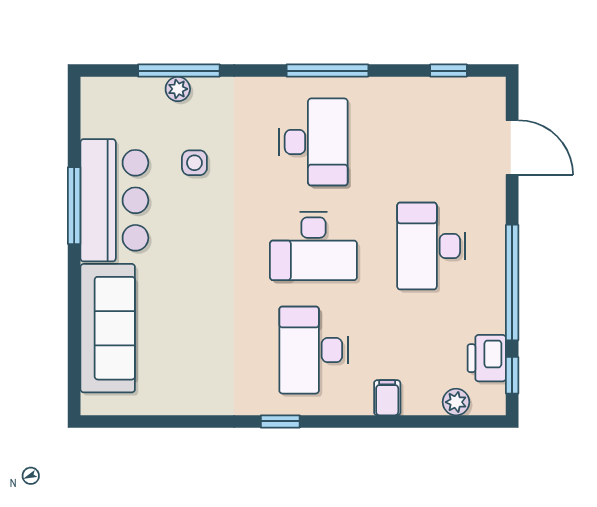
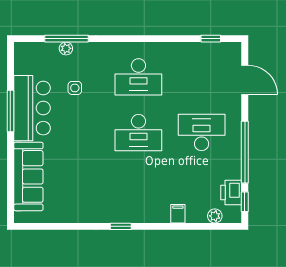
window: (327, 71) -> (146, 39), removed
desk: (313, 142) -> (138, 77), turned 90
desk: (431, 246) -> (202, 133), turned 90
desk: (313, 350) -> (138, 188), removed

